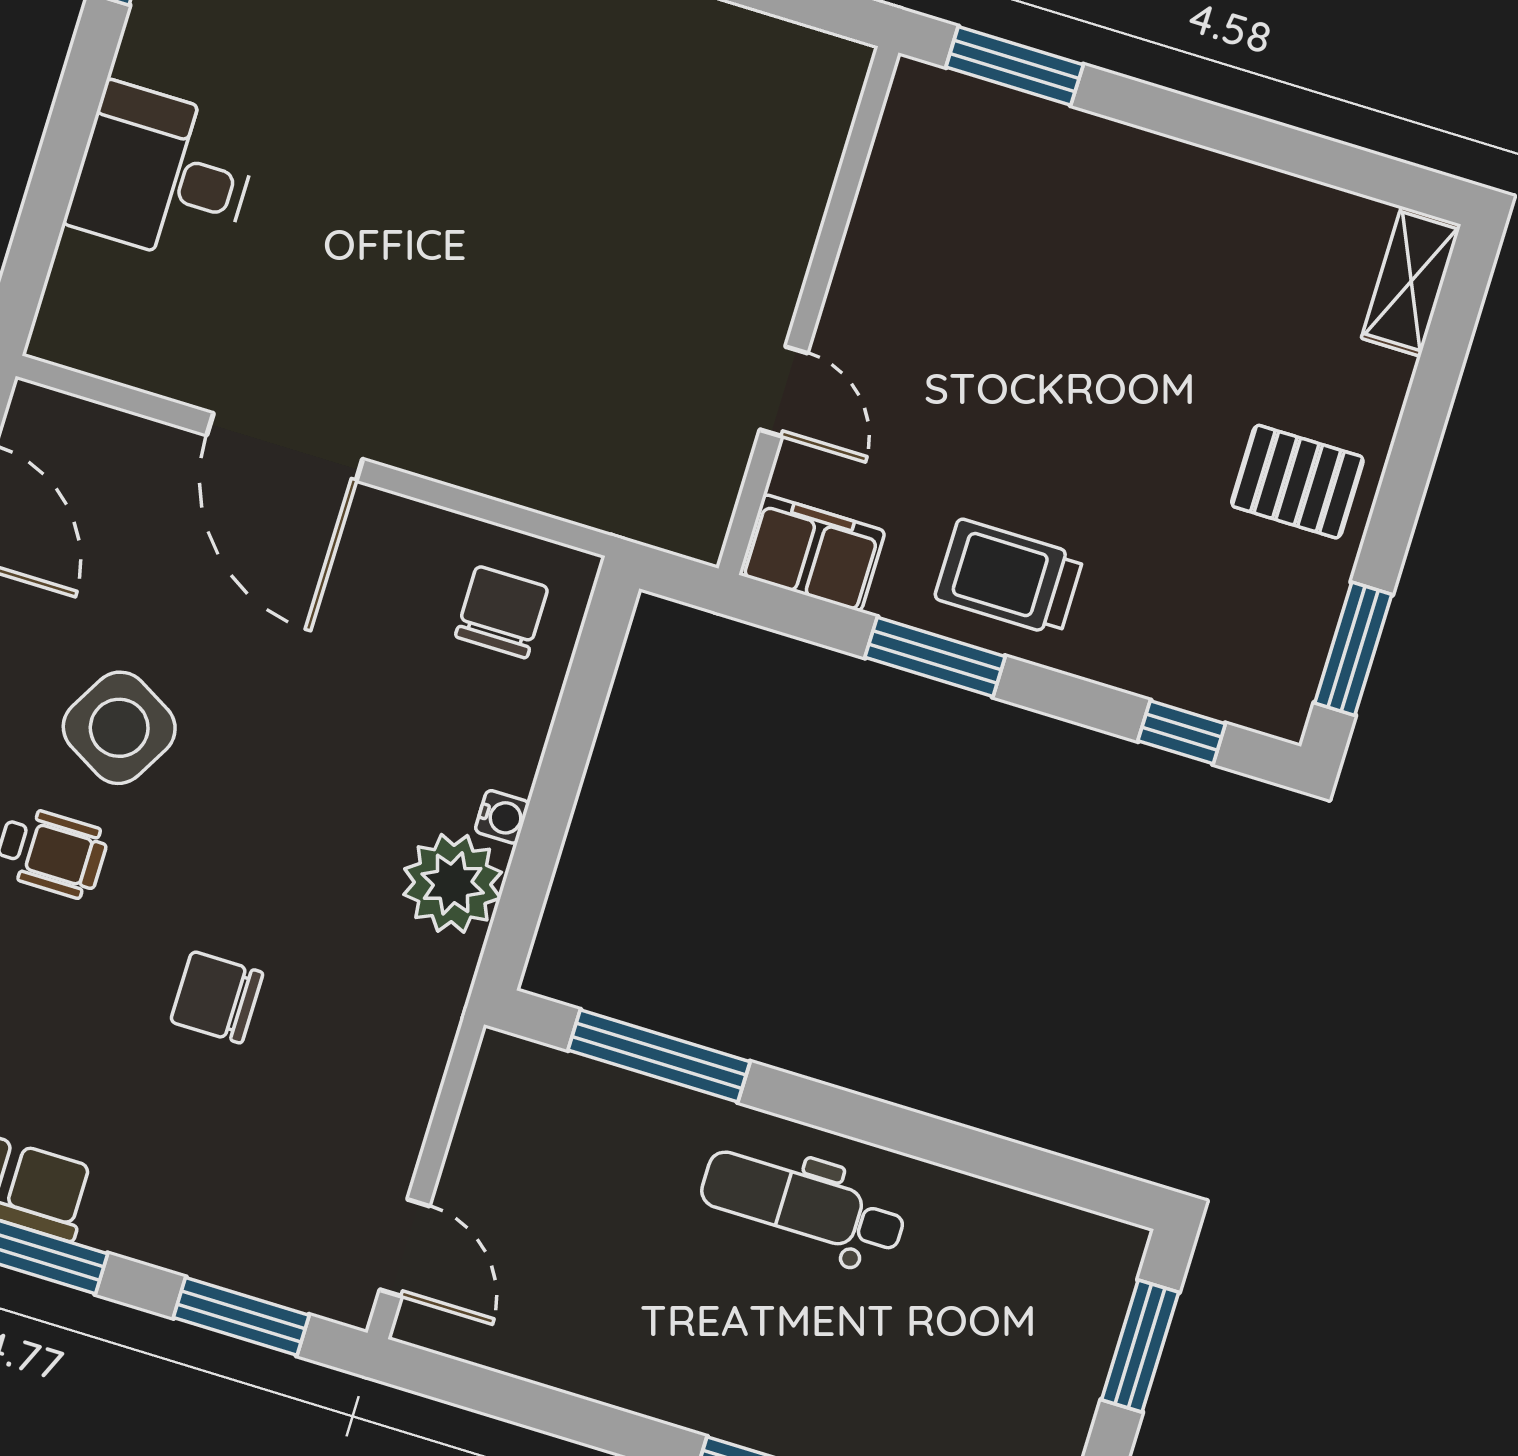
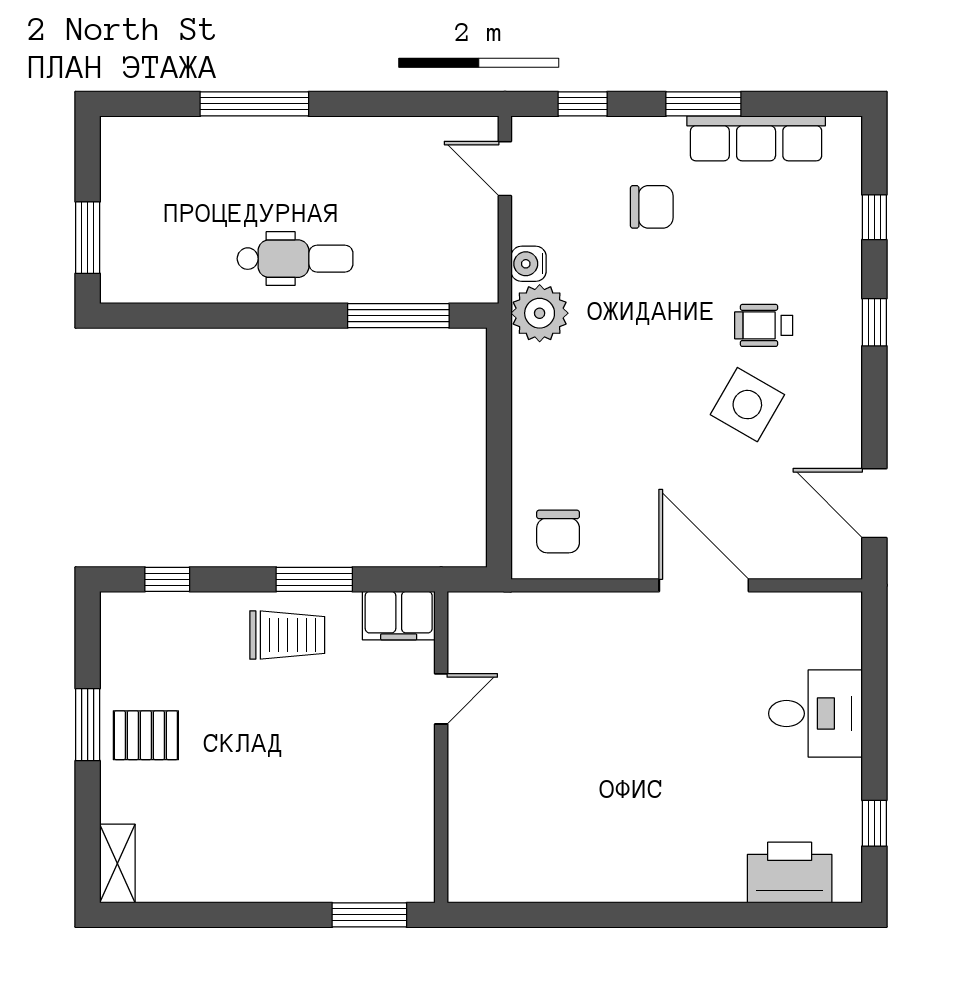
door: (784, 391) -> (441, 699), swing flipped
window: (1353, 649) -> (88, 725), moved
water cooler: (502, 817) -> (529, 264), moved, width x1.38, depth x1.38
plant: (453, 883) -> (540, 313), moved
chair: (217, 997) -> (652, 207), moved
window: (241, 1316) -> (583, 104), width x0.67

